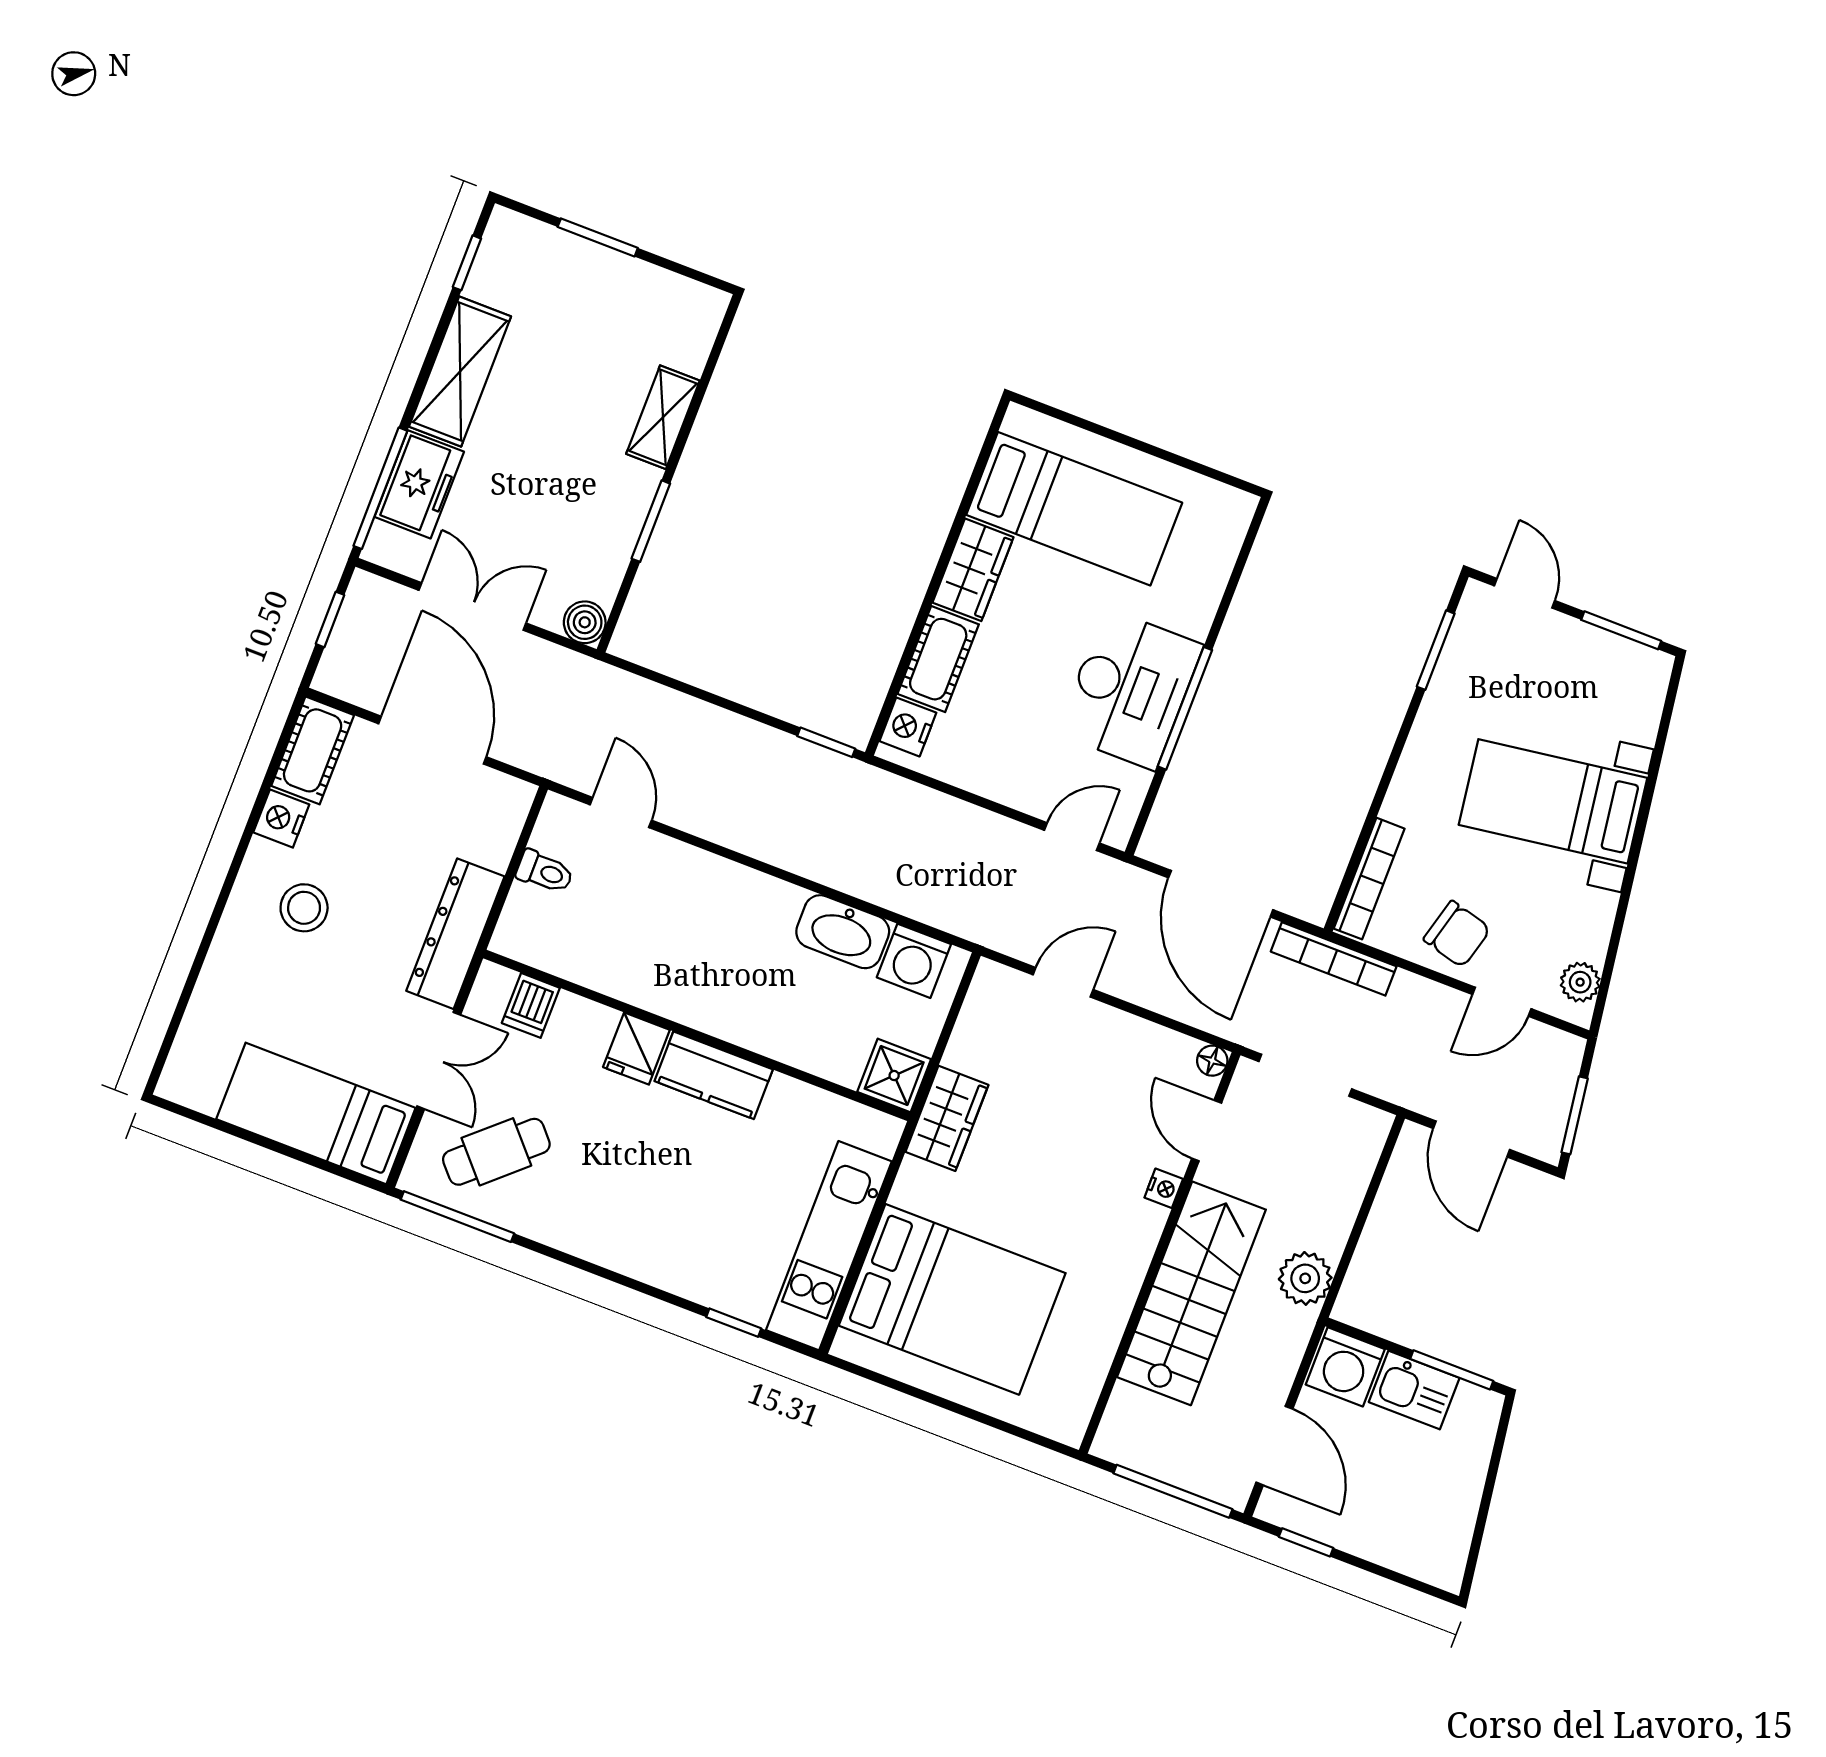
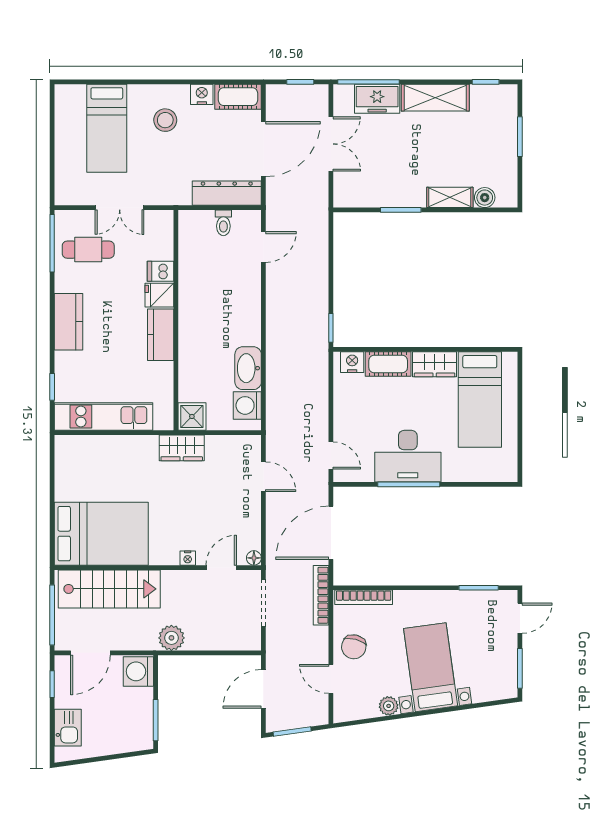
boiler: (585, 622) -> (485, 198), moved
dresser: (455, 934) -> (227, 193), moved
plant: (1580, 982) -> (389, 706), moved
dishwasher: (531, 1005) -> (160, 271), moved
bed: (316, 1113) -> (107, 128), moved, turned 180
cafe table: (496, 1152) -> (88, 250), turned -48
kitchen counter: (620, 1243) -> (69, 322), added
stairs: (1191, 1293) -> (109, 589), moved
bed: (952, 1299) -> (101, 534), moved, turned -90
kitchen sink: (1414, 1390) -> (68, 728), moved, turned 180

